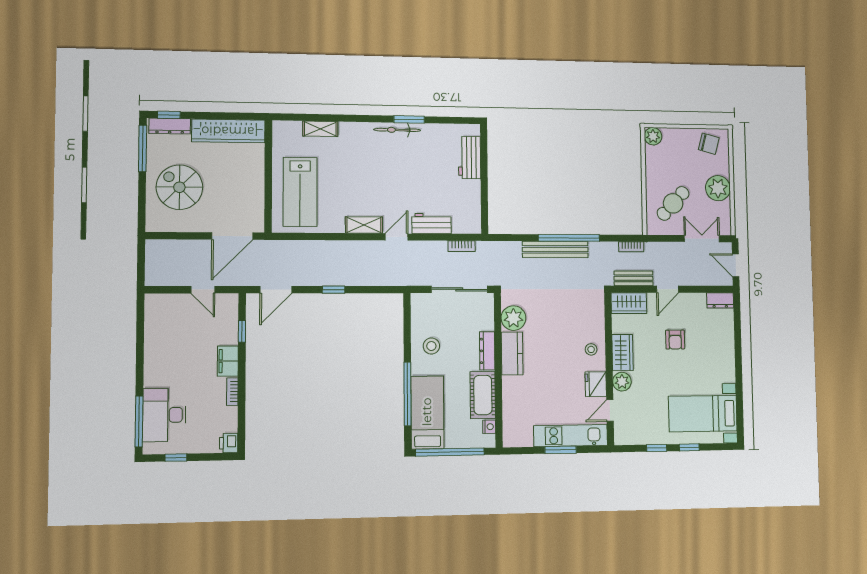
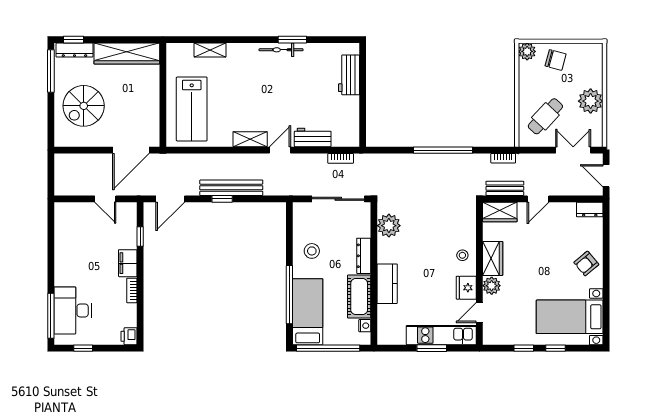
chair: (709, 144) -> (556, 60), moved
spiral stairs: (179, 187) -> (84, 106), turned -90
bench: (555, 249) -> (231, 188), moved
armchair: (675, 340) -> (586, 263), moved, turned 50
kitchen counter: (512, 353) -> (387, 284), moved

